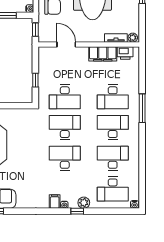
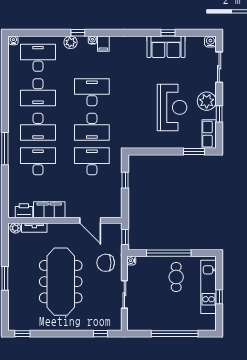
desk: (65, 158) -> (92, 92), turned 180

